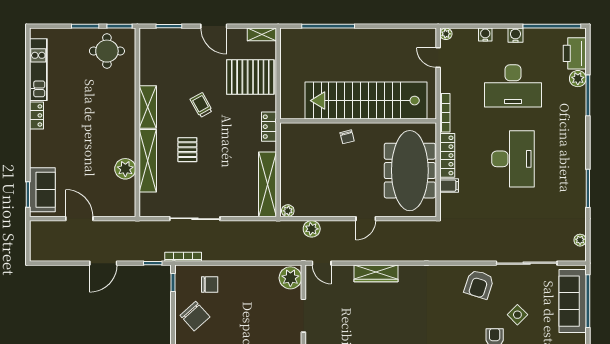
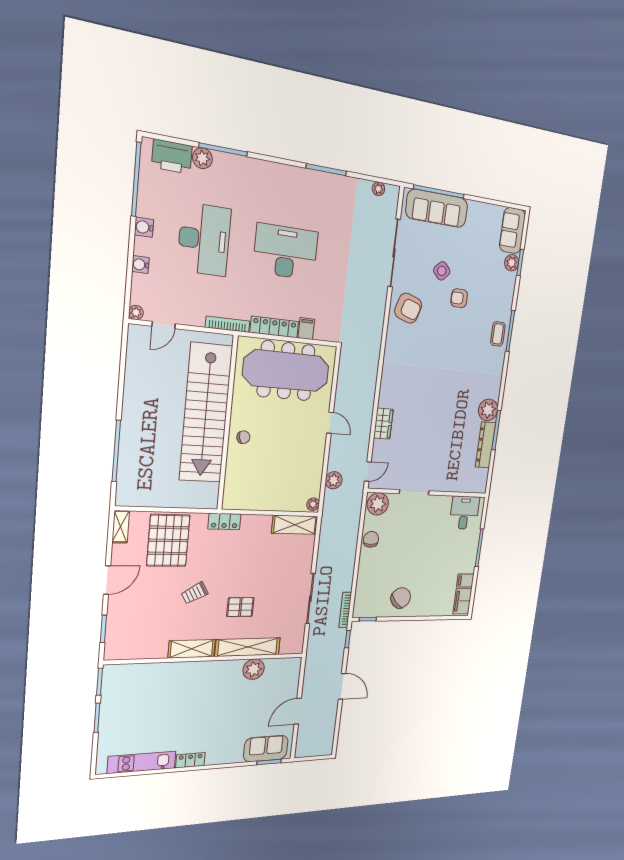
round table: (107, 51) -> (127, 694), removed
shelving: (268, 184) -> (295, 525), width x0.68
wardrobe: (376, 273) -> (383, 424), width x0.67
chair: (210, 285) -> (371, 539), moved

